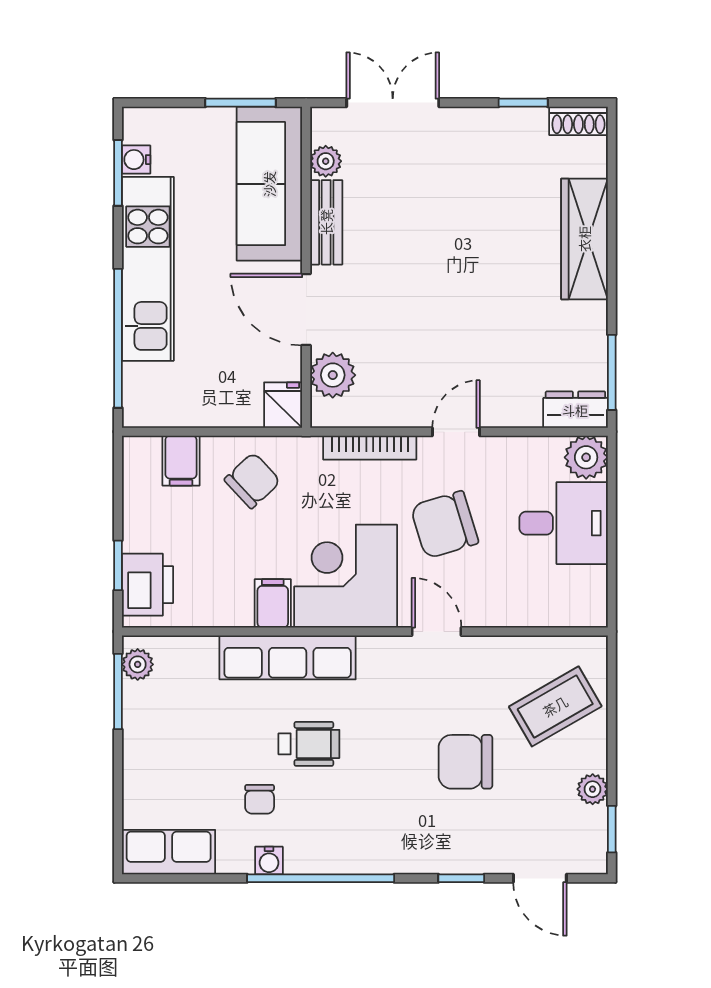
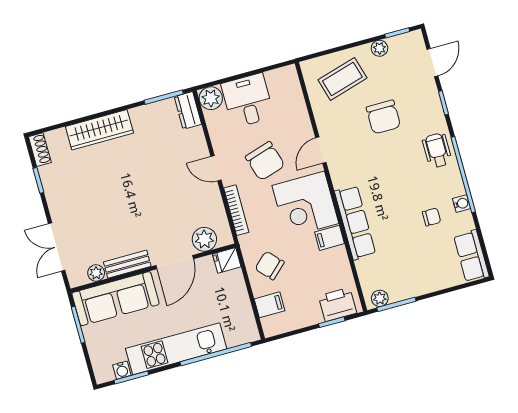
coffee table: (555, 706) -> (342, 79), turned -76
wheelchair: (309, 744) -> (437, 150), moved

